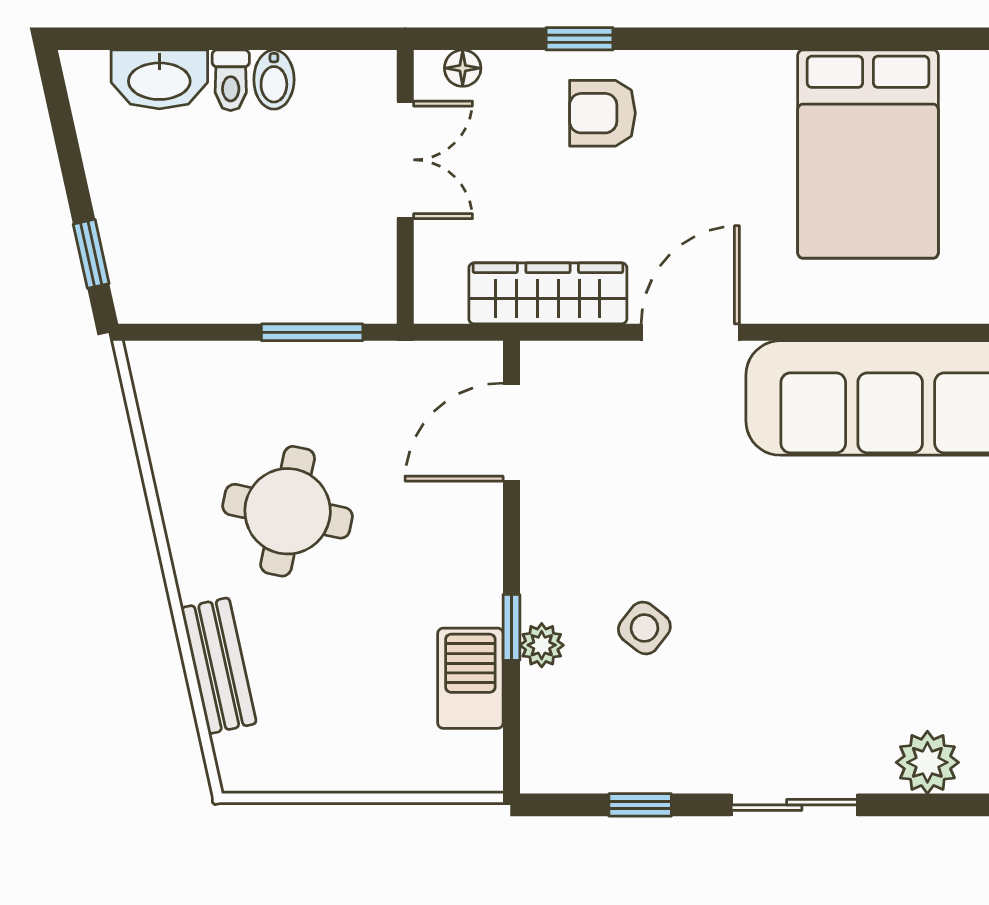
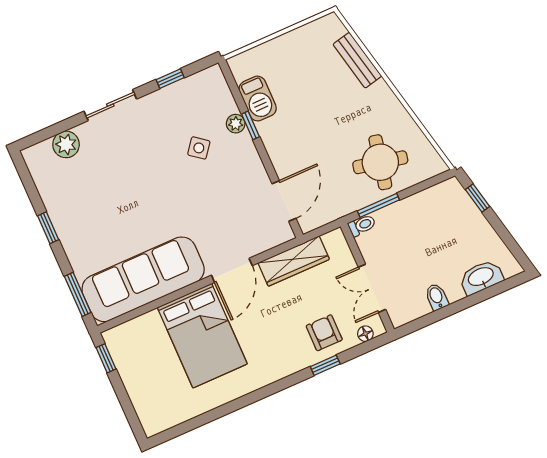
toilet: (231, 80) -> (362, 225), moved, turned 90
armchair: (602, 113) -> (324, 333), moved, turned -90
bed: (868, 154) -> (202, 336), moved, turned 180
round table: (288, 511) -> (380, 162), moved

